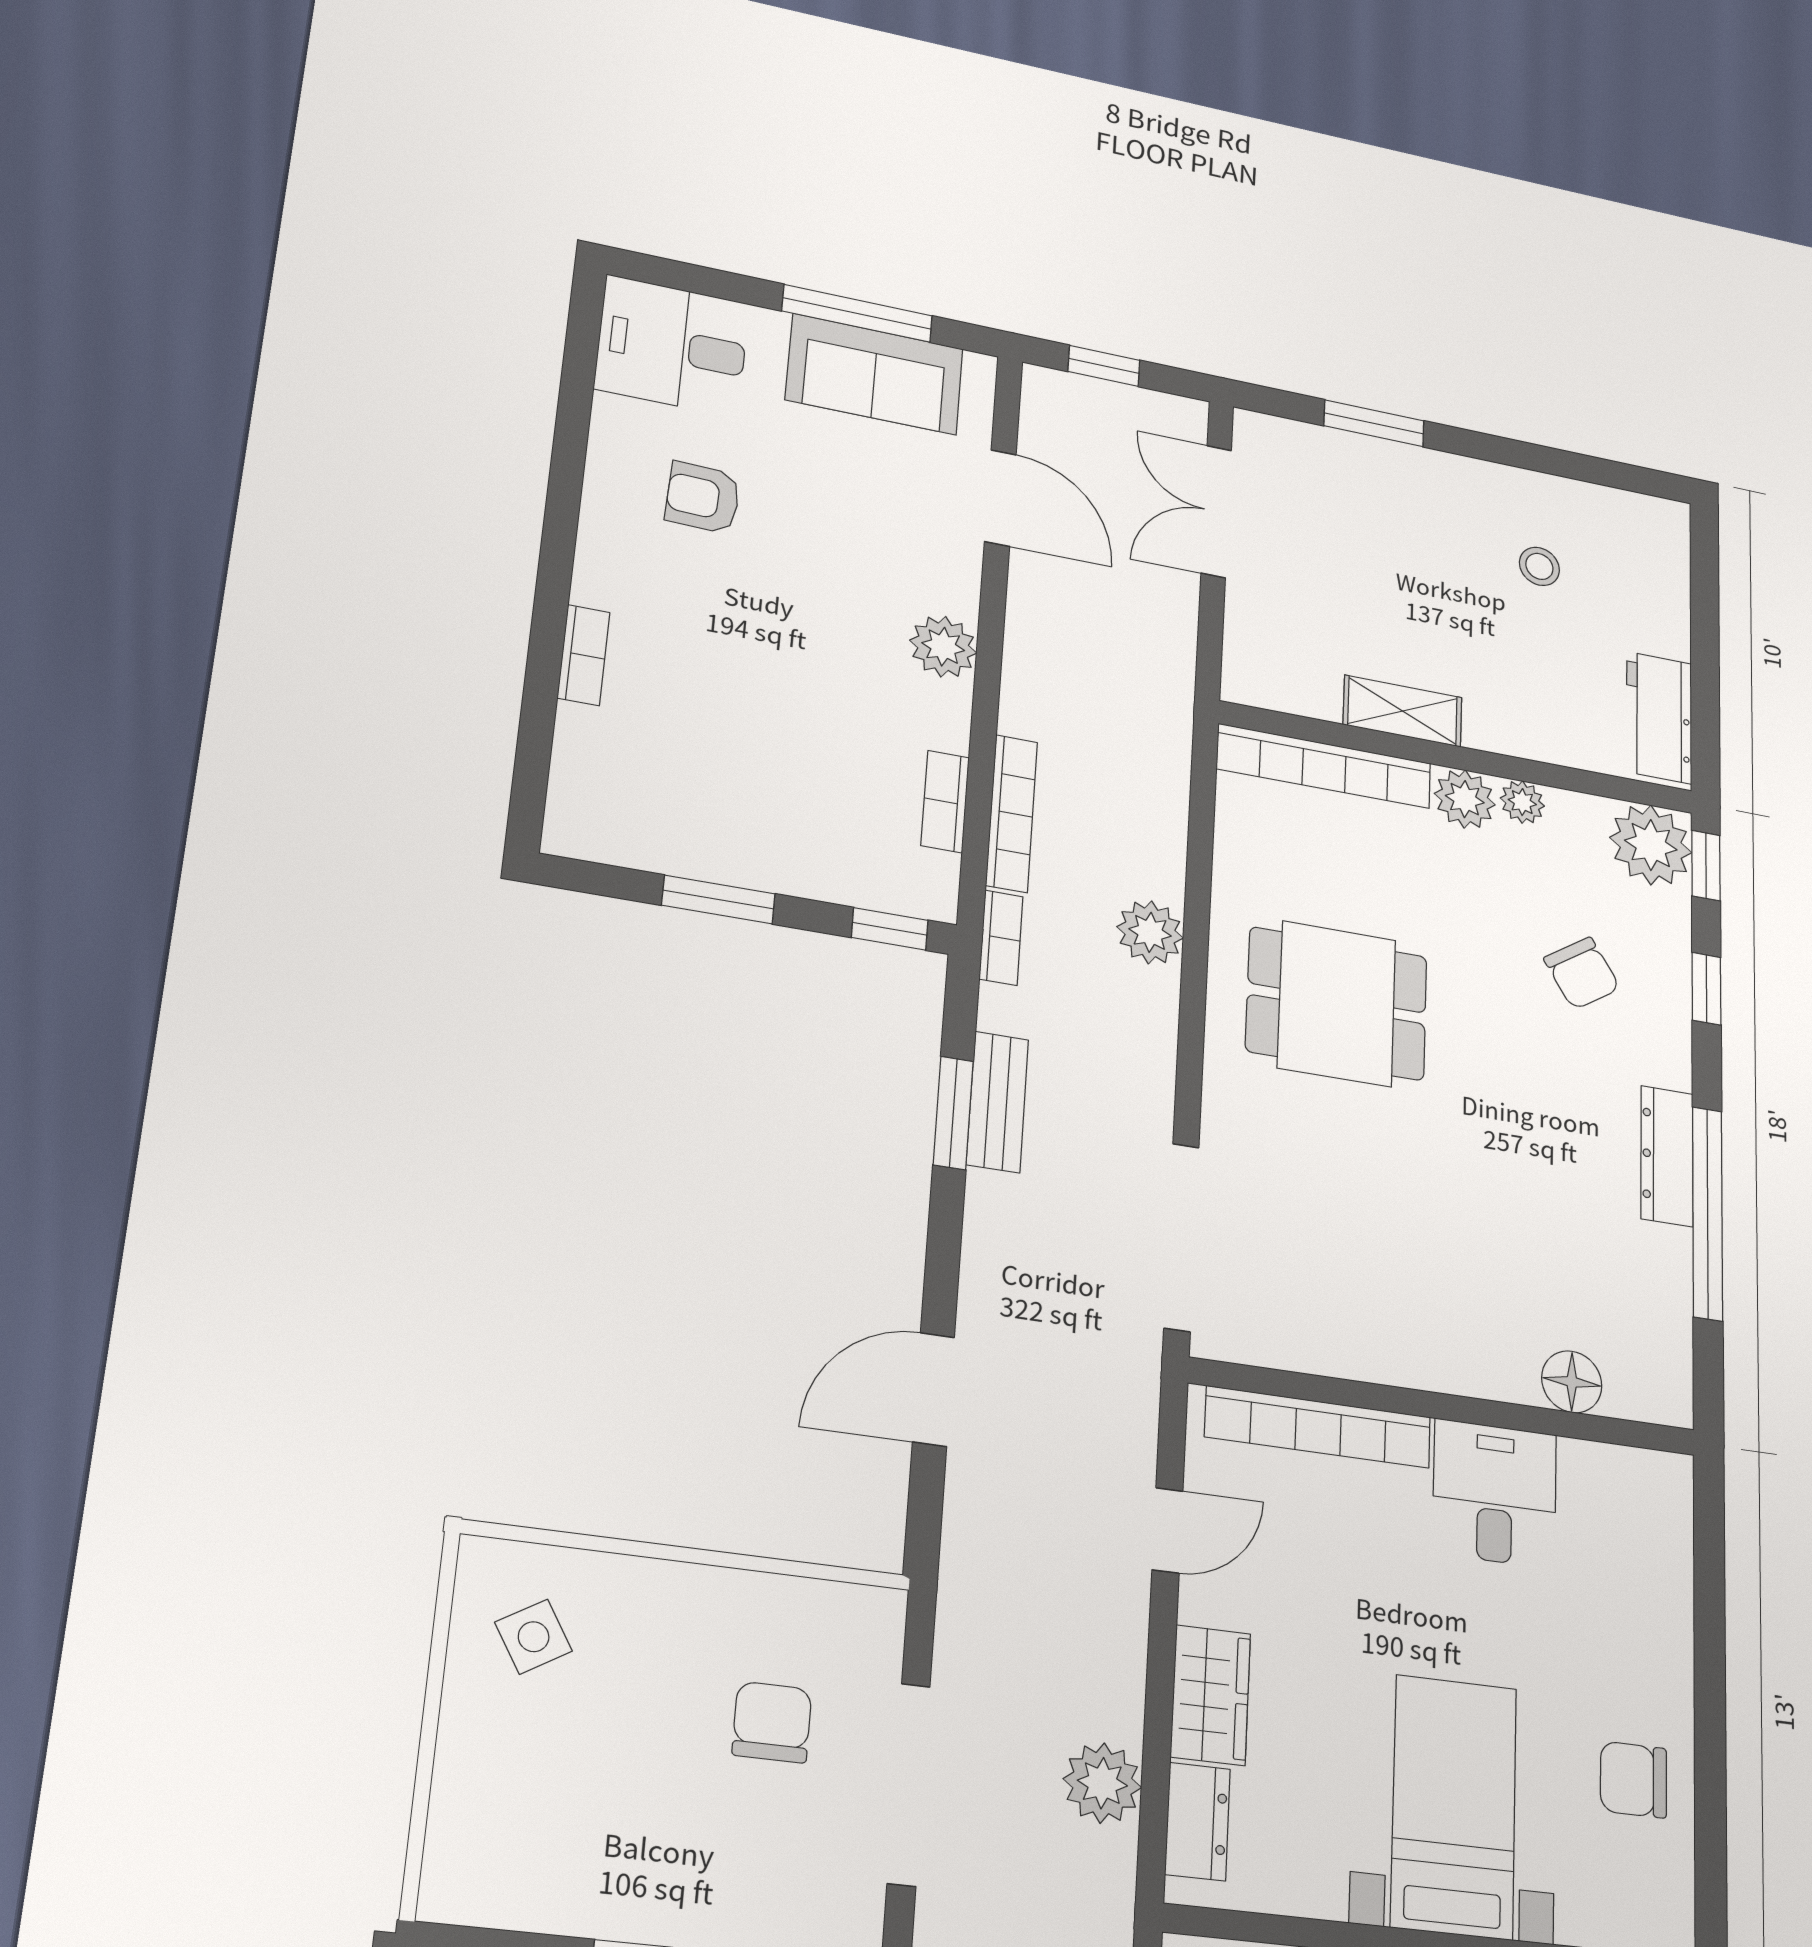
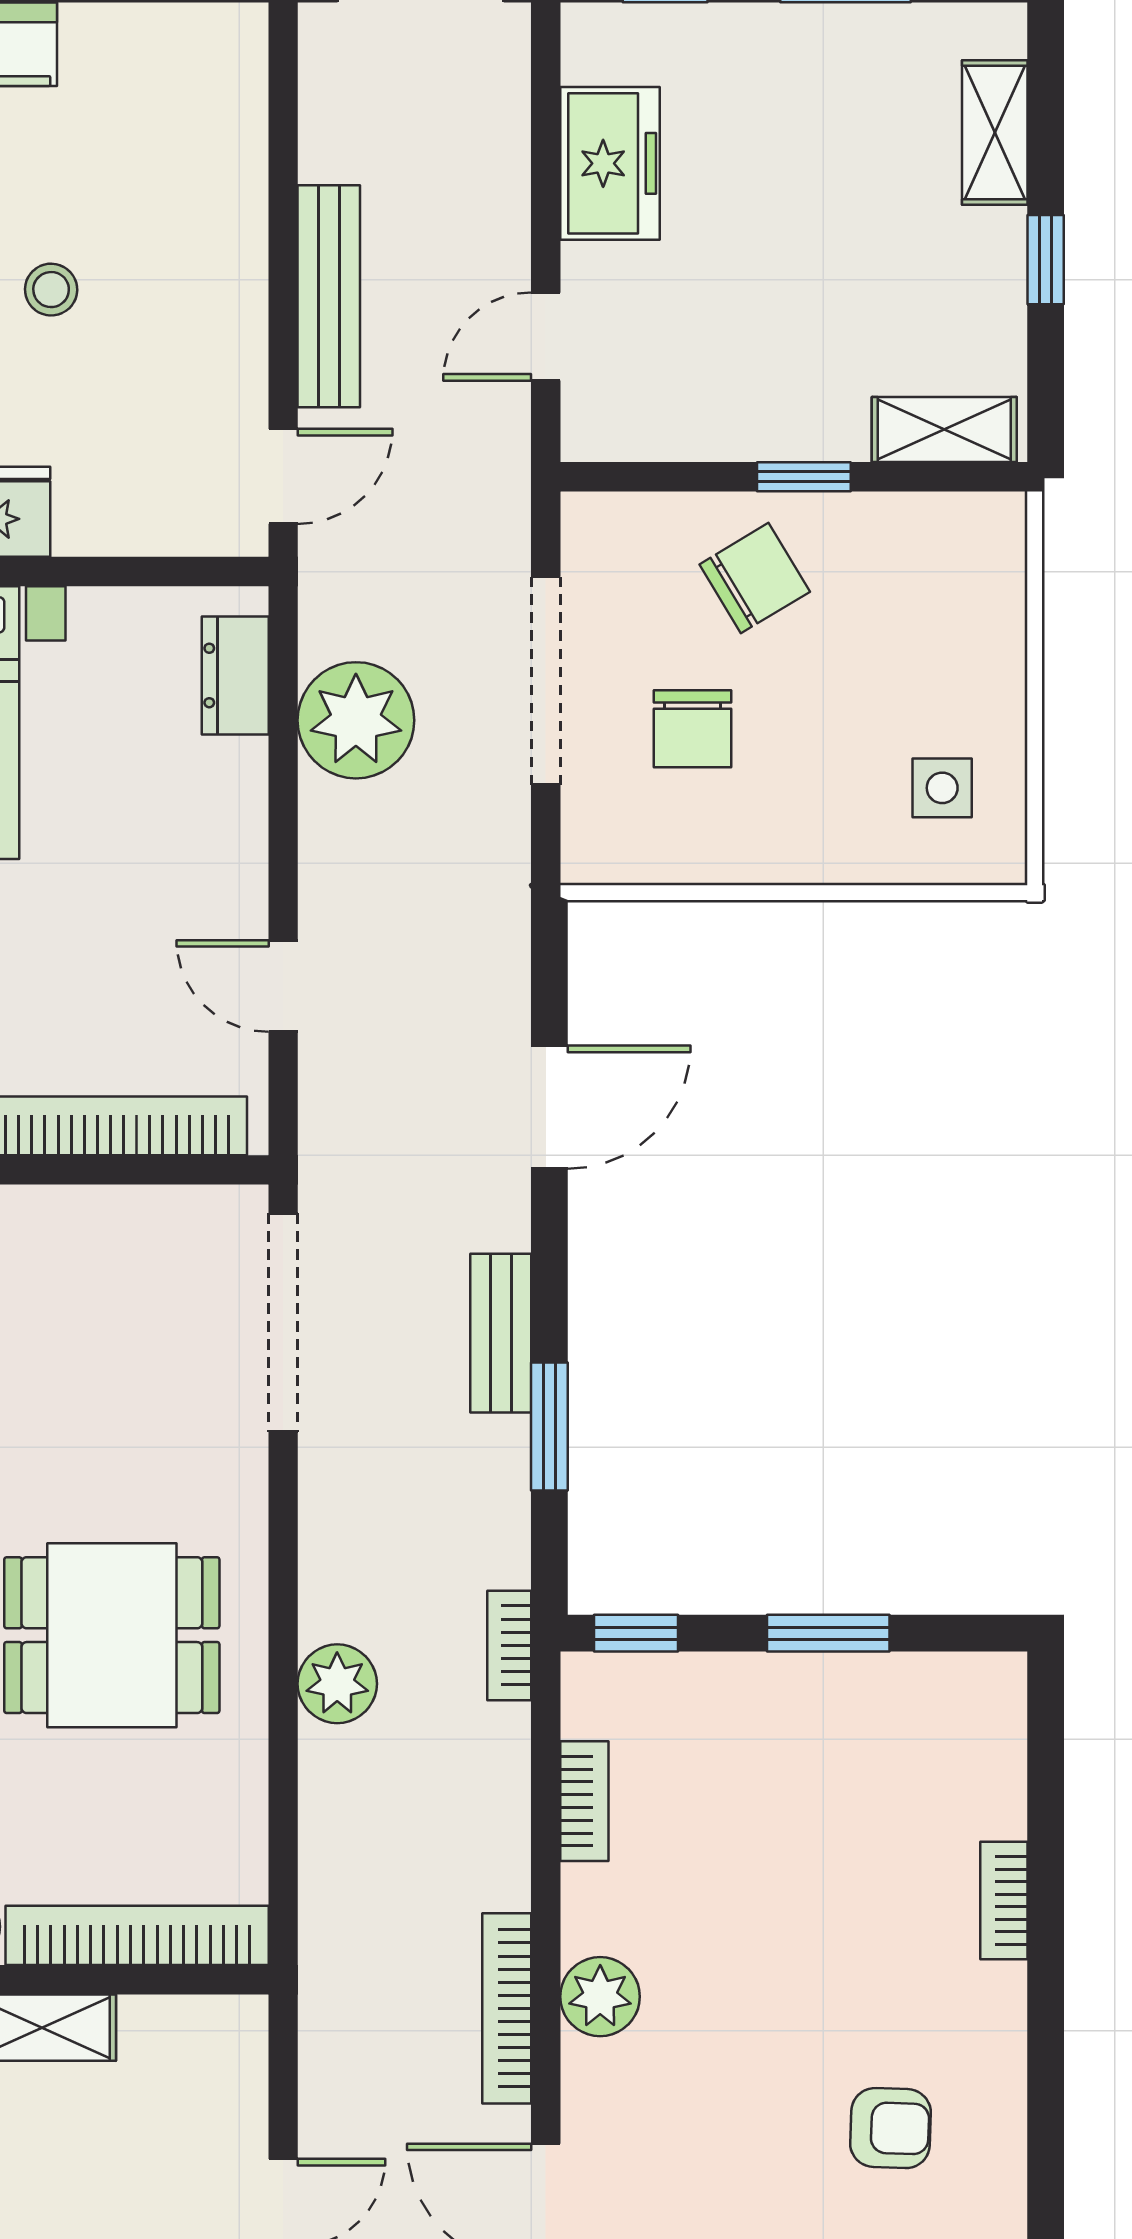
bookcase: (1012, 813) -> (507, 2008), moved
bench: (997, 1102) -> (501, 1333), moved
door: (1167, 1530) -> (283, 986), hinge flipped
side table: (534, 1637) -> (942, 788), turned 31
wardrobe: (1211, 1695) -> (227, 812), removed
plant: (1102, 1783) -> (356, 720), width x1.36, depth x1.36
chair: (698, 1862) -> (755, 578), added

